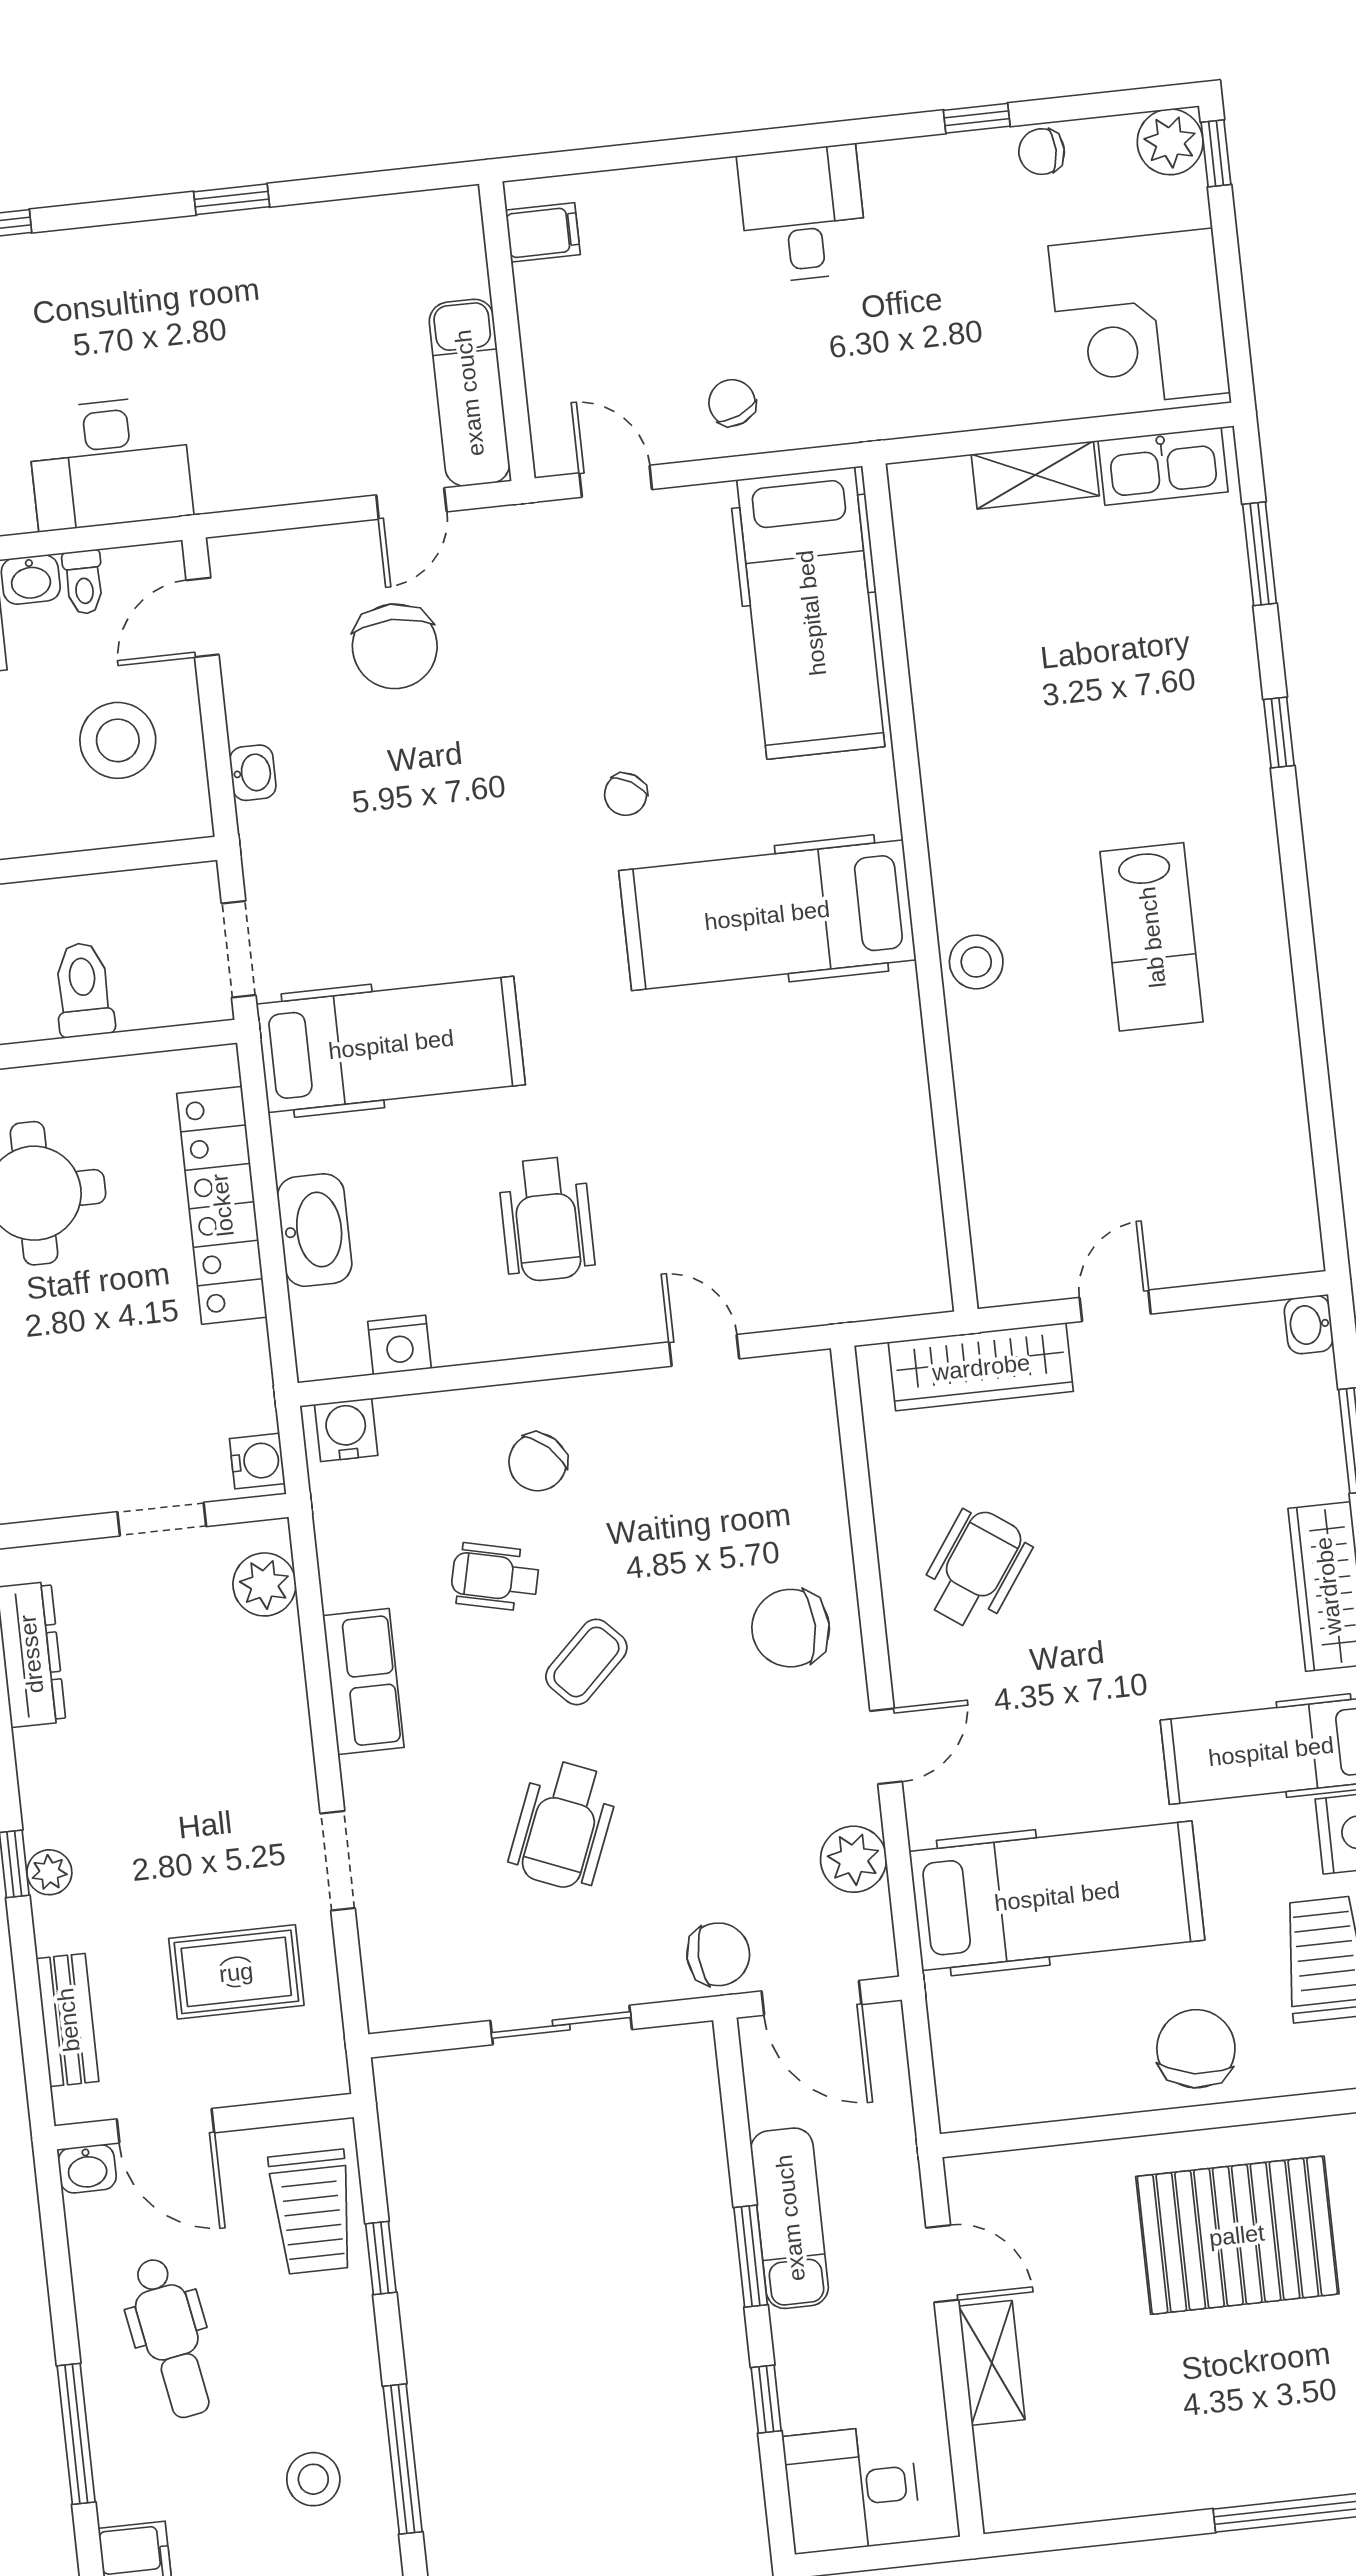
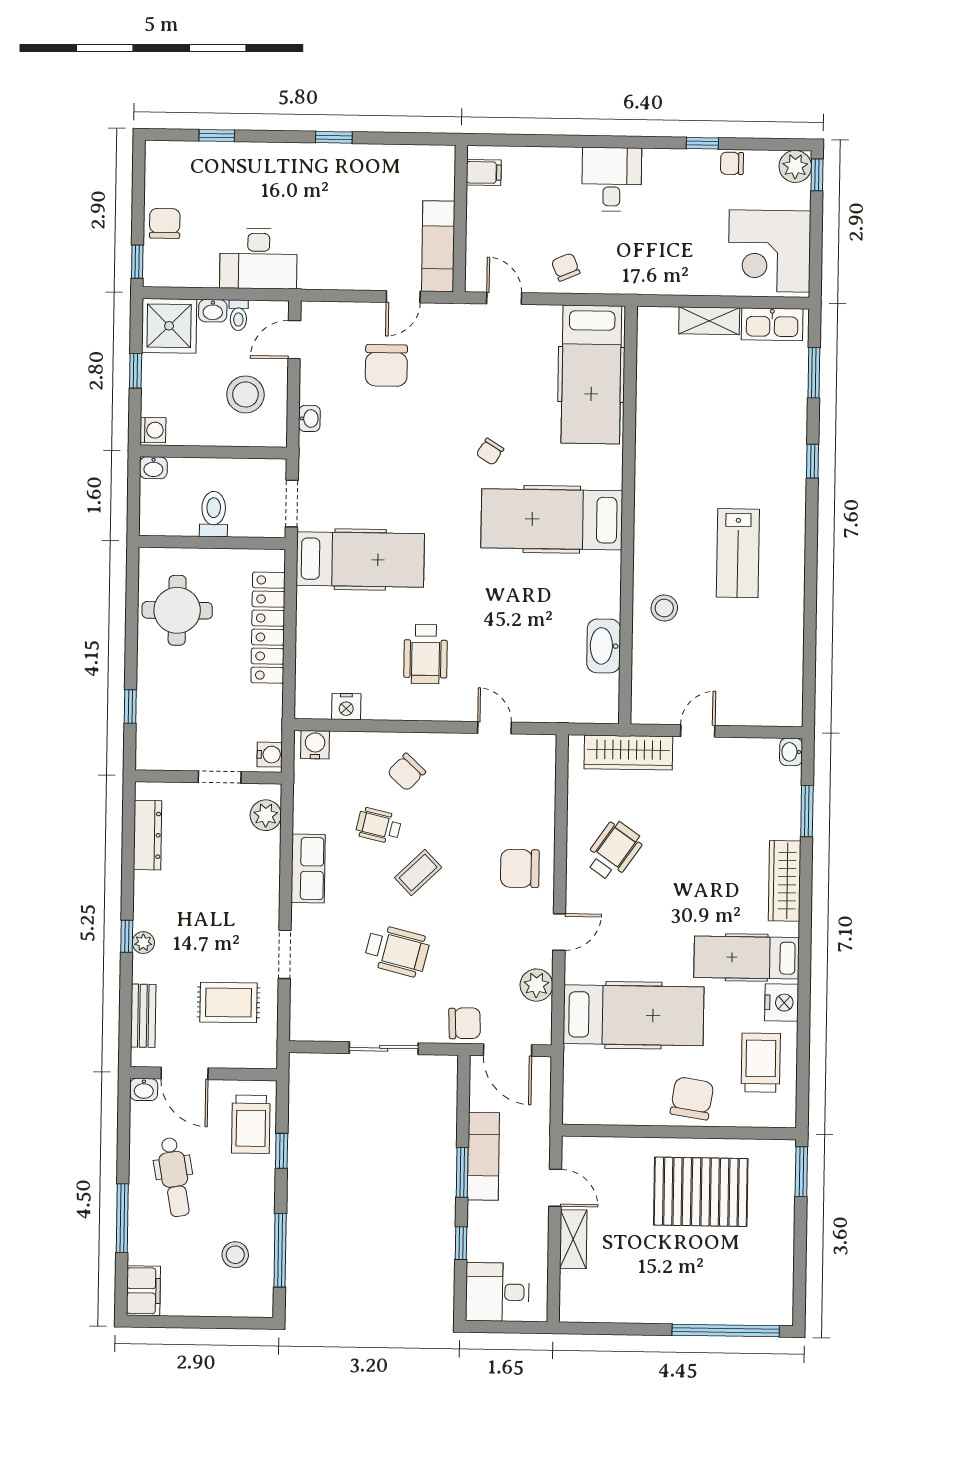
stool: (976, 962) -> (664, 608), moved
washbasin: (315, 1230) -> (604, 646), moved, turned 180
wheelchair: (563, 1825) -> (397, 951), turned -98

